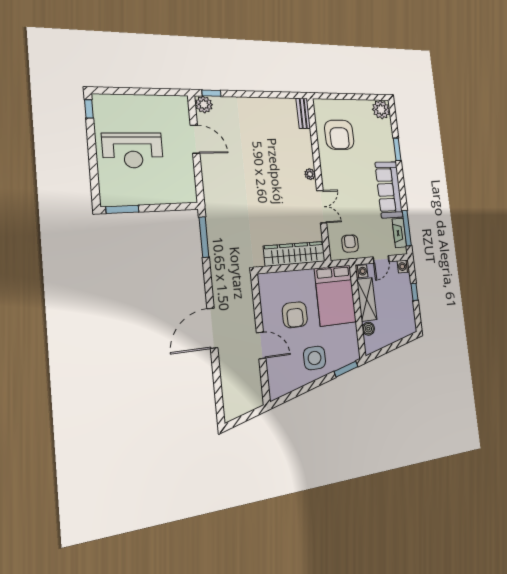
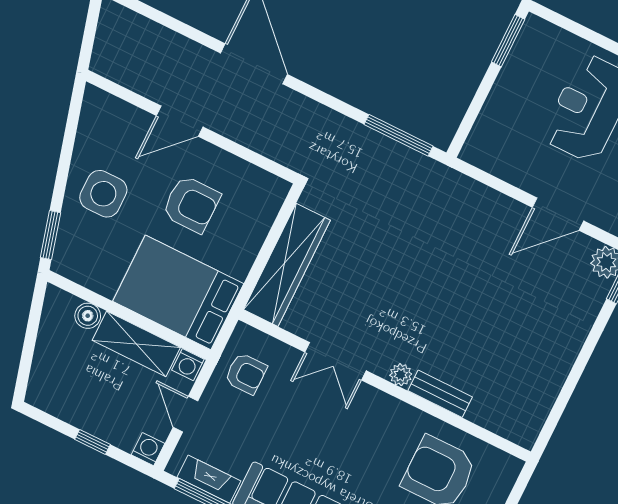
bench: (303, 113) -> (440, 394), moved
armchair: (295, 315) -> (191, 204), turned 180

